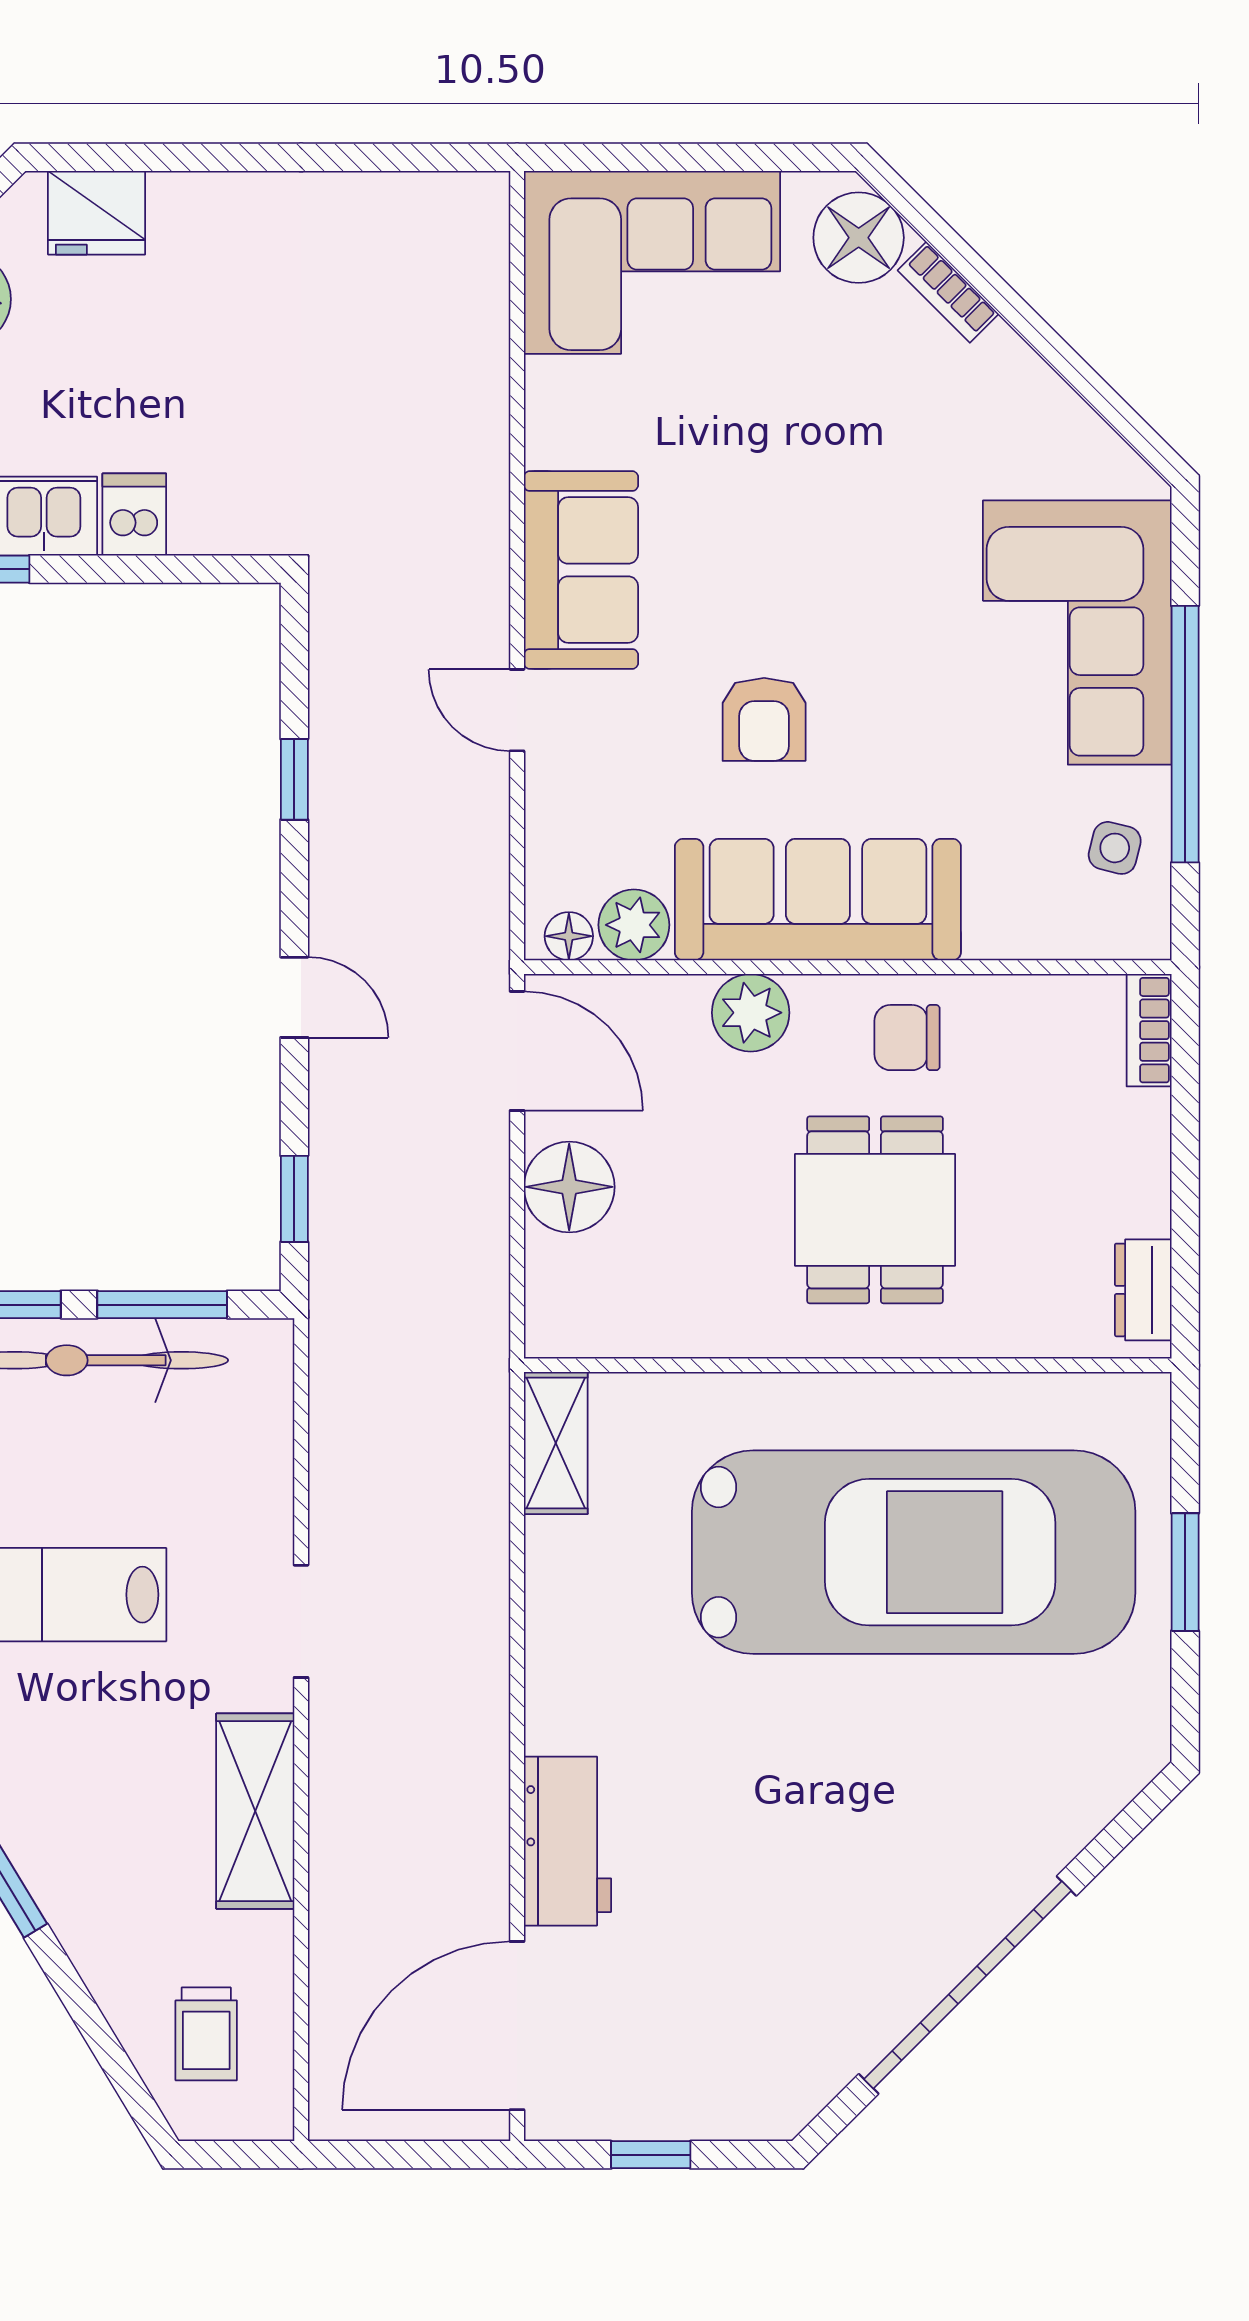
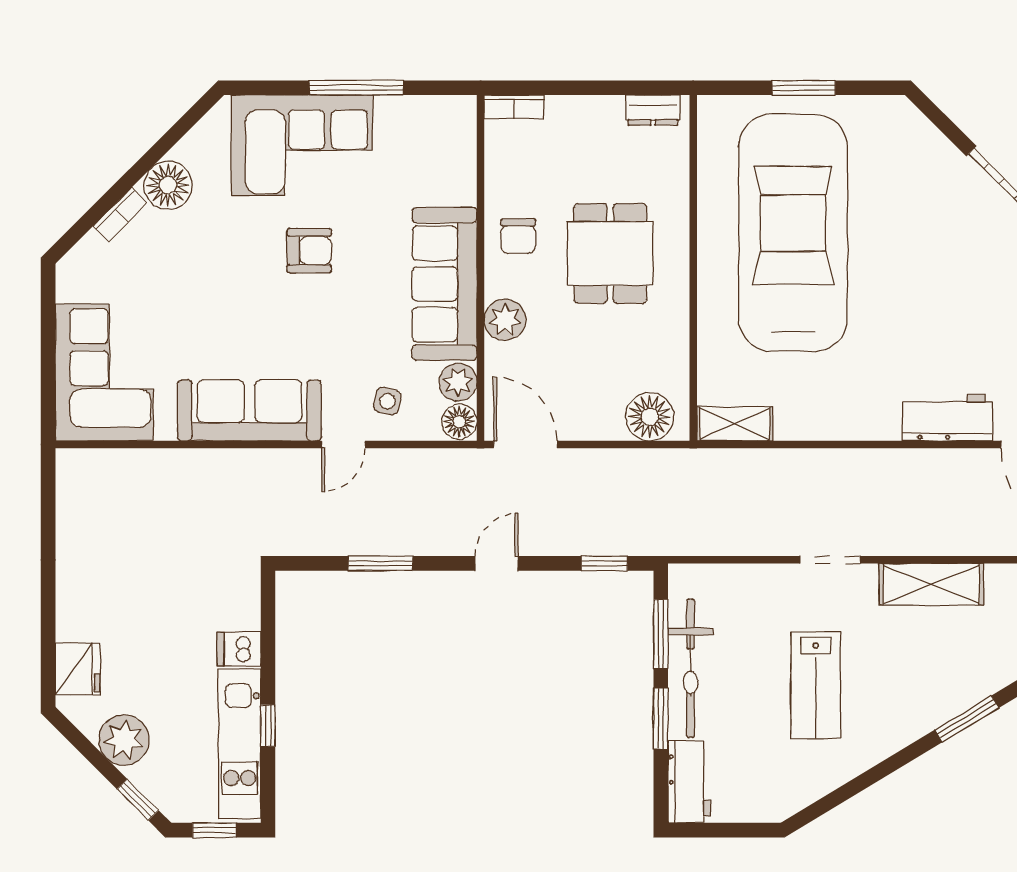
floor lamp: (859, 238) -> (168, 185), moved
sofa: (581, 570) -> (249, 410), width x1.36
armchair: (764, 719) -> (309, 250), moved
window: (1185, 734) -> (356, 88), width x0.68
window: (294, 779) -> (380, 563), width x1.50
side table: (1115, 848) -> (387, 401), moved
floor lamp: (569, 936) -> (459, 422), width x1.37, depth x1.37
door: (517, 1051) -> (525, 445), hinge flipped
floor lamp: (569, 1187) -> (650, 417), moved
dining table: (875, 1210) -> (610, 253), turned 90

